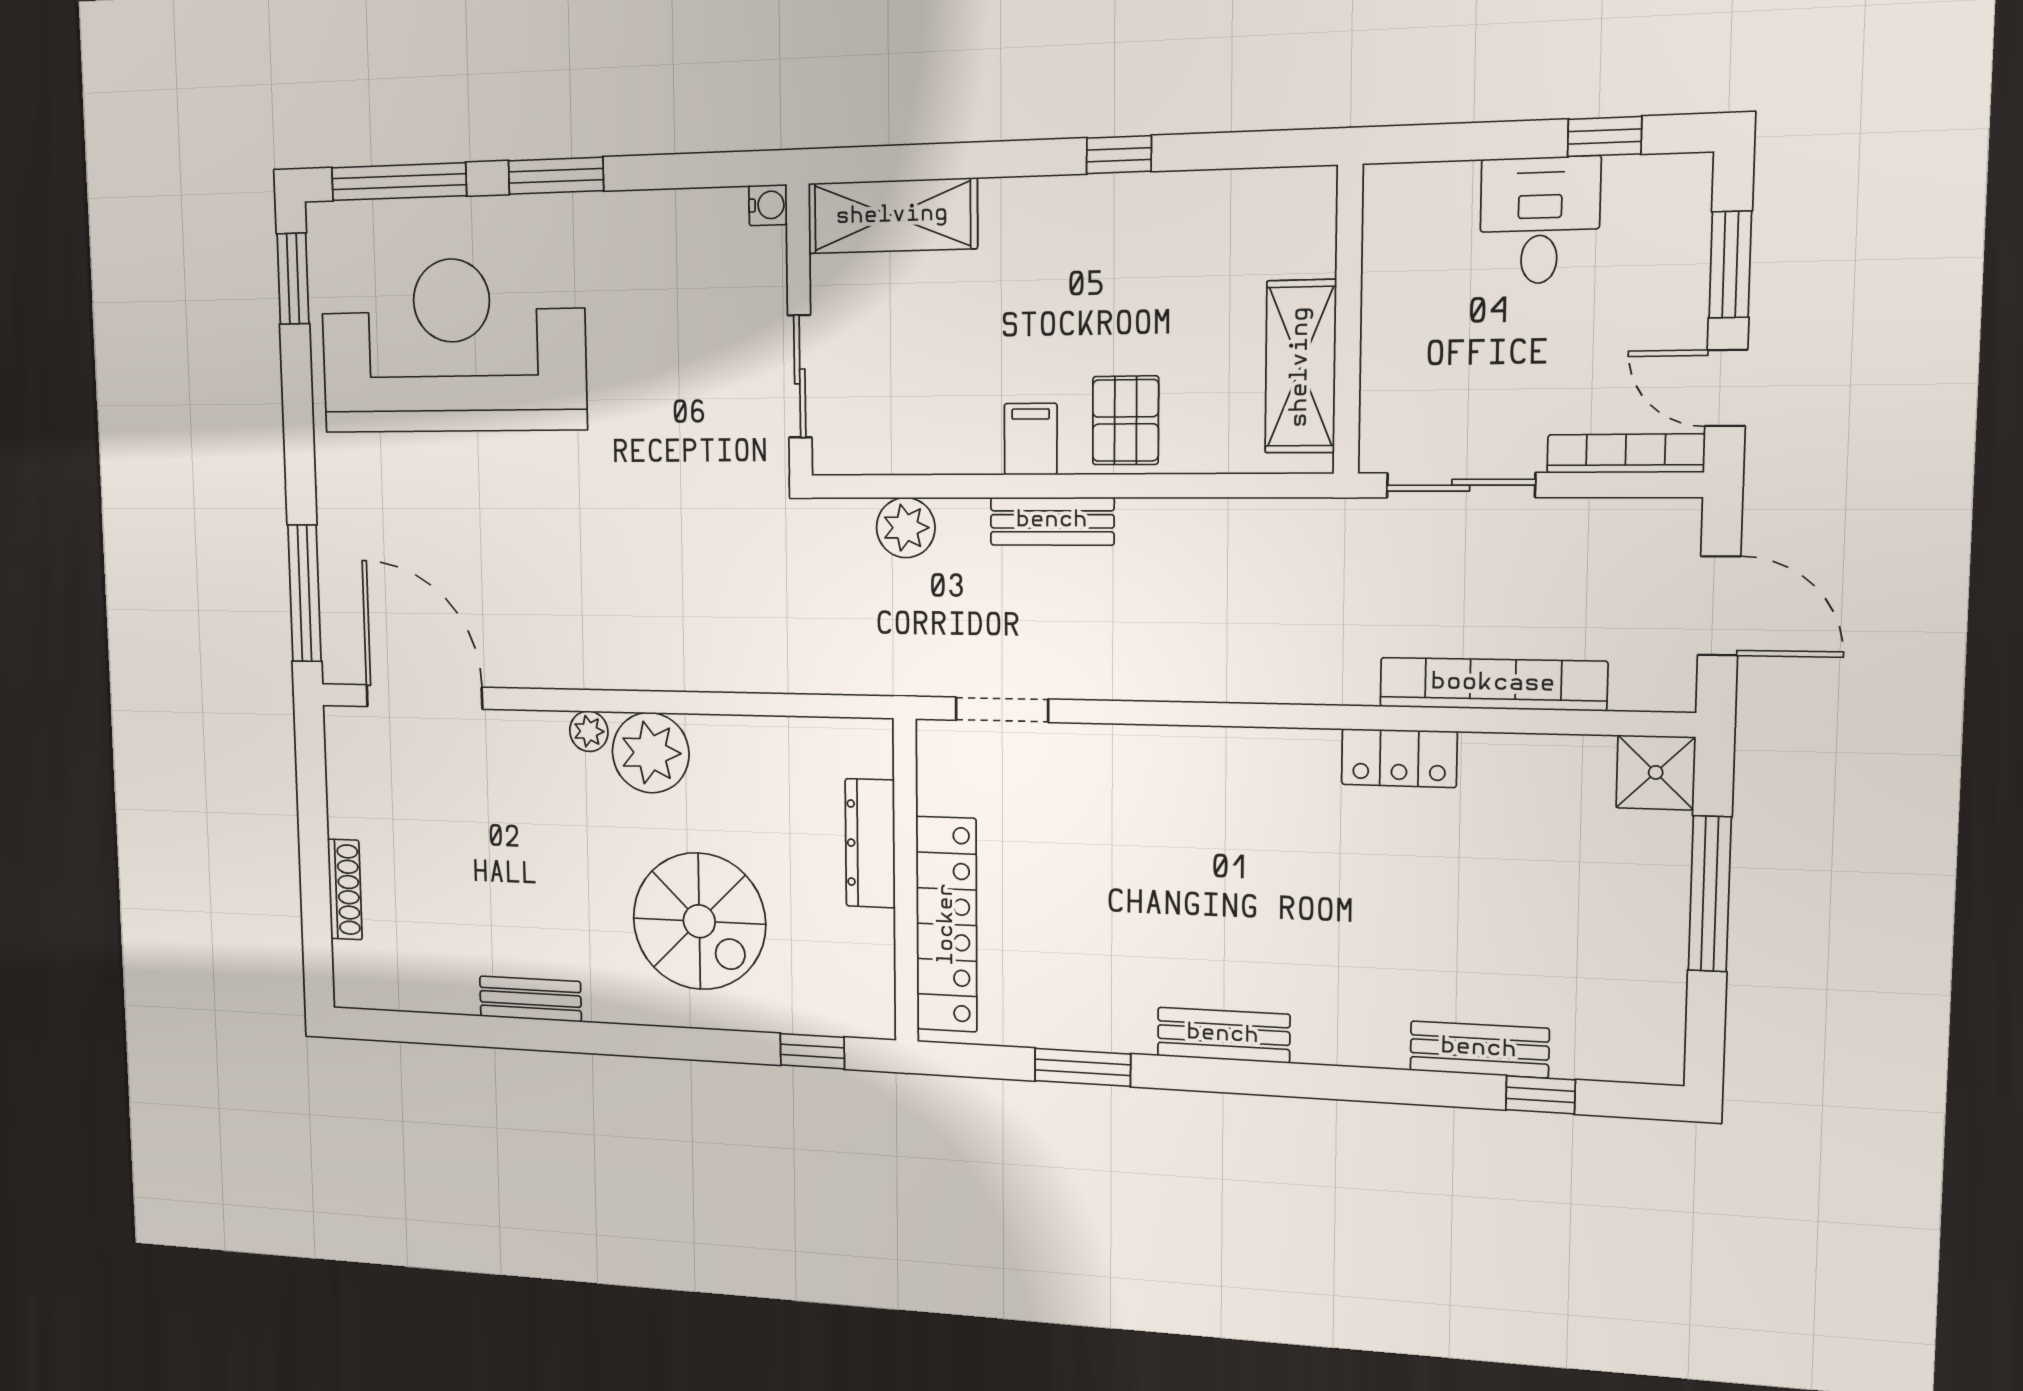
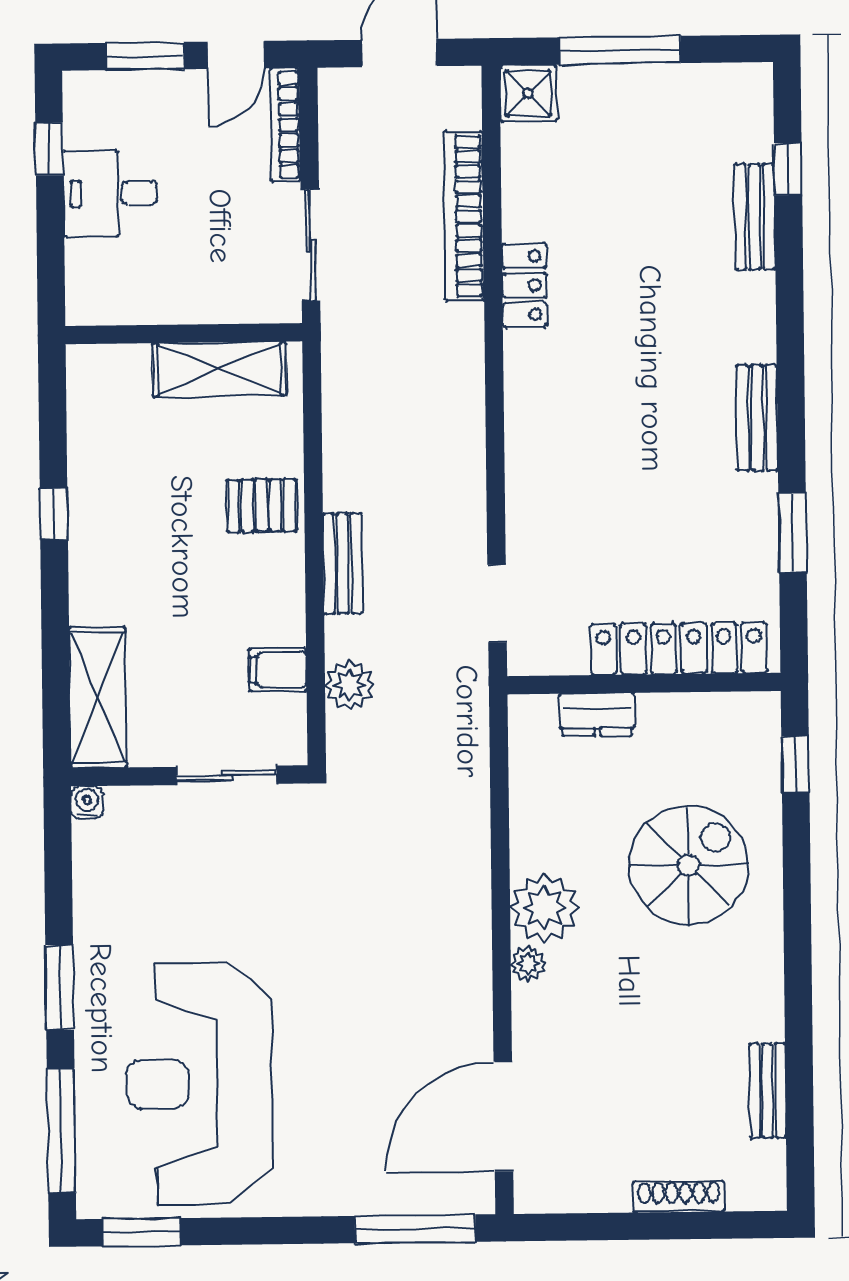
filing cabinet: (1031, 439) -> (278, 670), moved
dresser: (870, 843) -> (597, 714), width x0.70
bench: (530, 999) -> (768, 1091), moved

